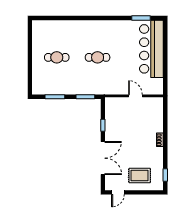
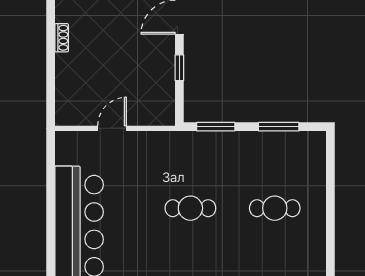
door: (135, 96) -> (112, 128), swing flipped

